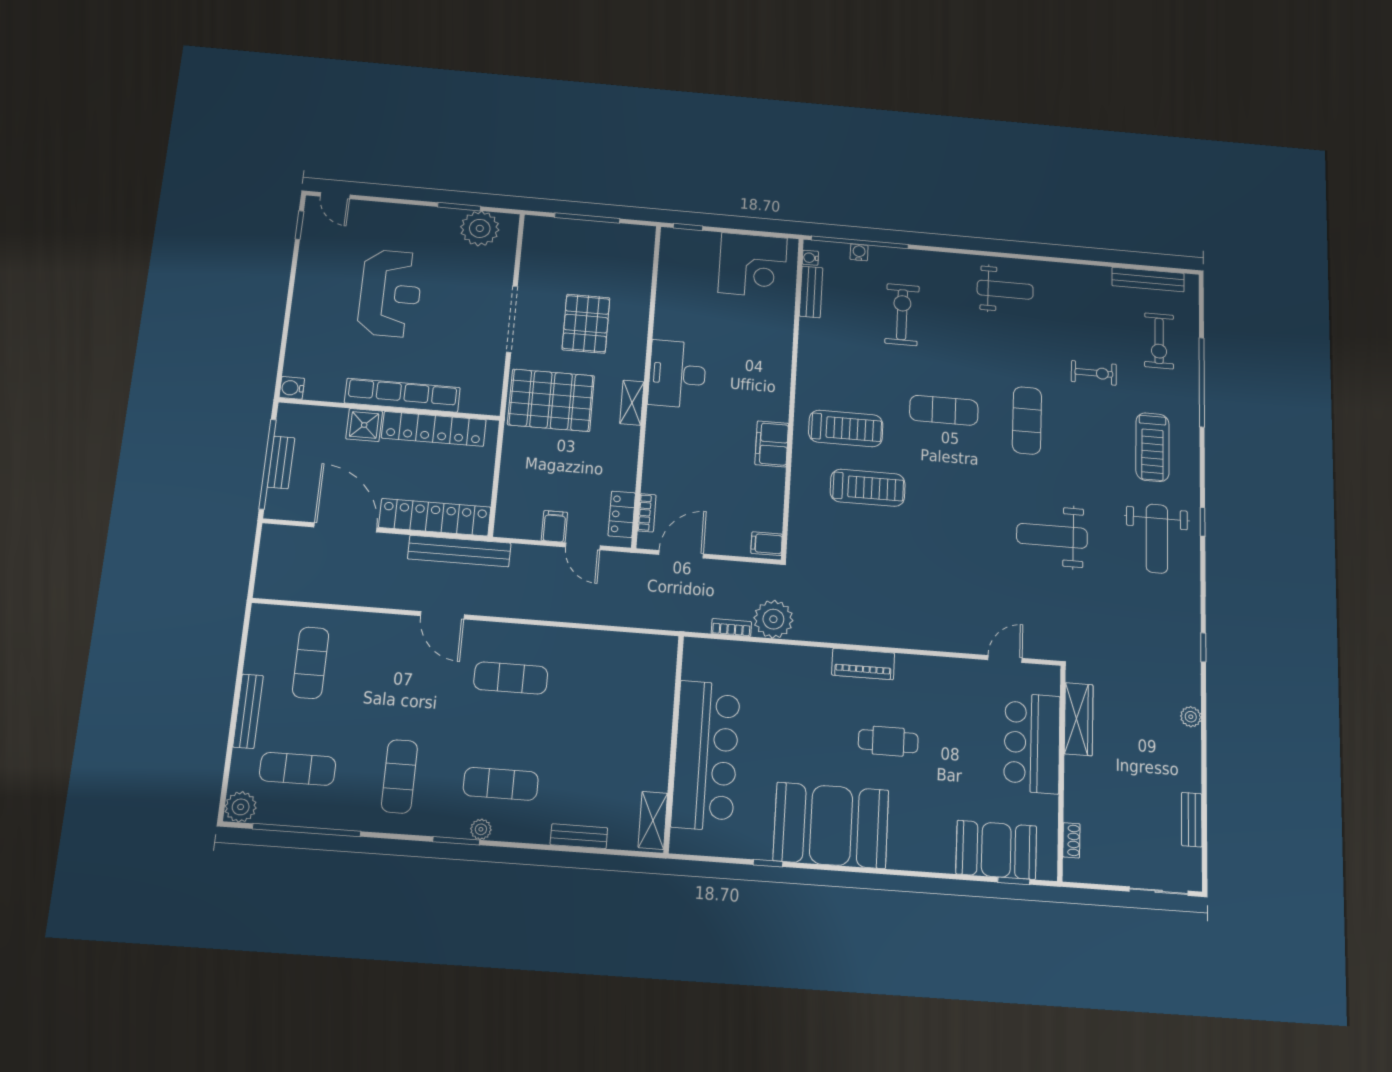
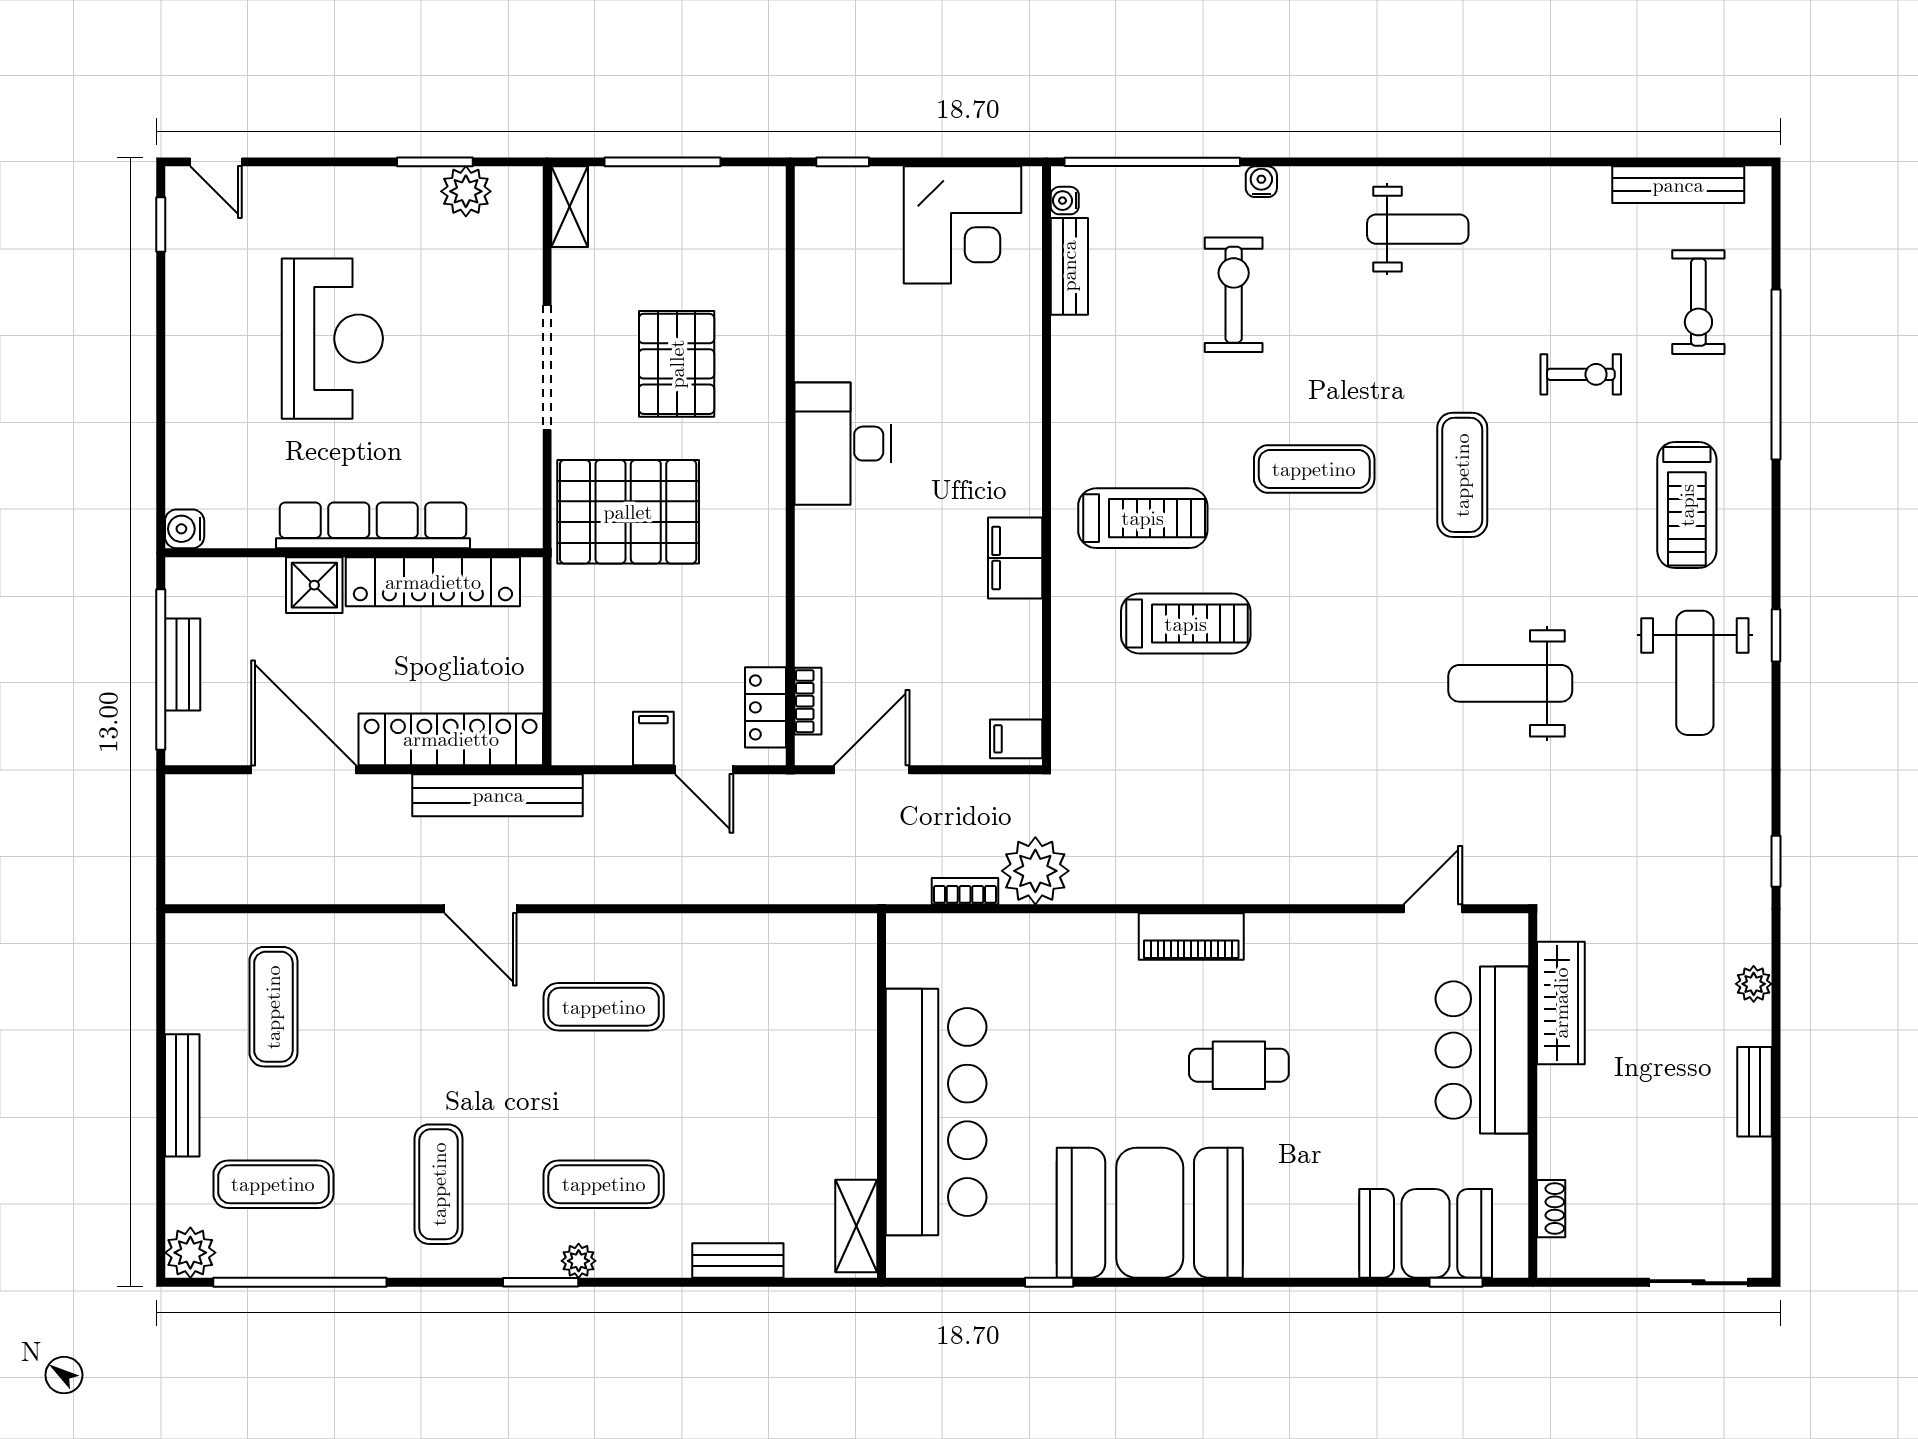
plant: (480, 228) -> (466, 191), width x0.73, depth x0.73
water cooler: (859, 252) -> (1261, 182), moved
shelving: (632, 403) -> (570, 207), moved
bench: (1192, 820) -> (1755, 1092), moved

